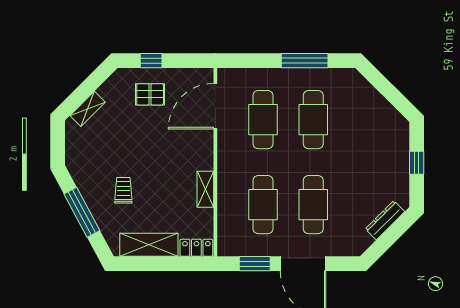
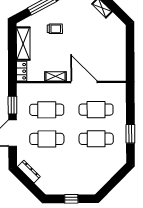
window: (151, 61) -> (130, 45), removed
window: (305, 61) -> (130, 134), width x0.69
pallet: (150, 94) -> (110, 44), removed
door: (215, 106) -> (84, 82), moved
dresser: (385, 220) -> (29, 172), moved

